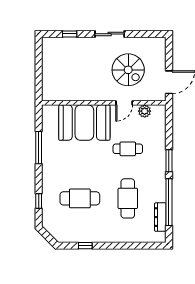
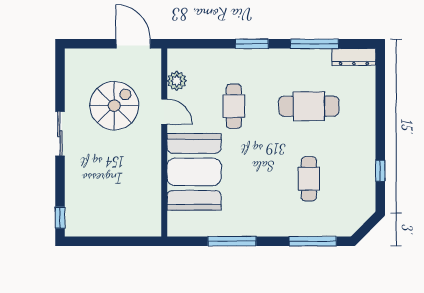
window: (70, 34) -> (60, 218), moved
cafe table: (80, 198) -> (309, 179), width x0.73, depth x0.74
window: (39, 201) -> (313, 241), width x2.17
window: (169, 202) -> (314, 44), width x0.68
dresser: (160, 217) -> (354, 57), moved

